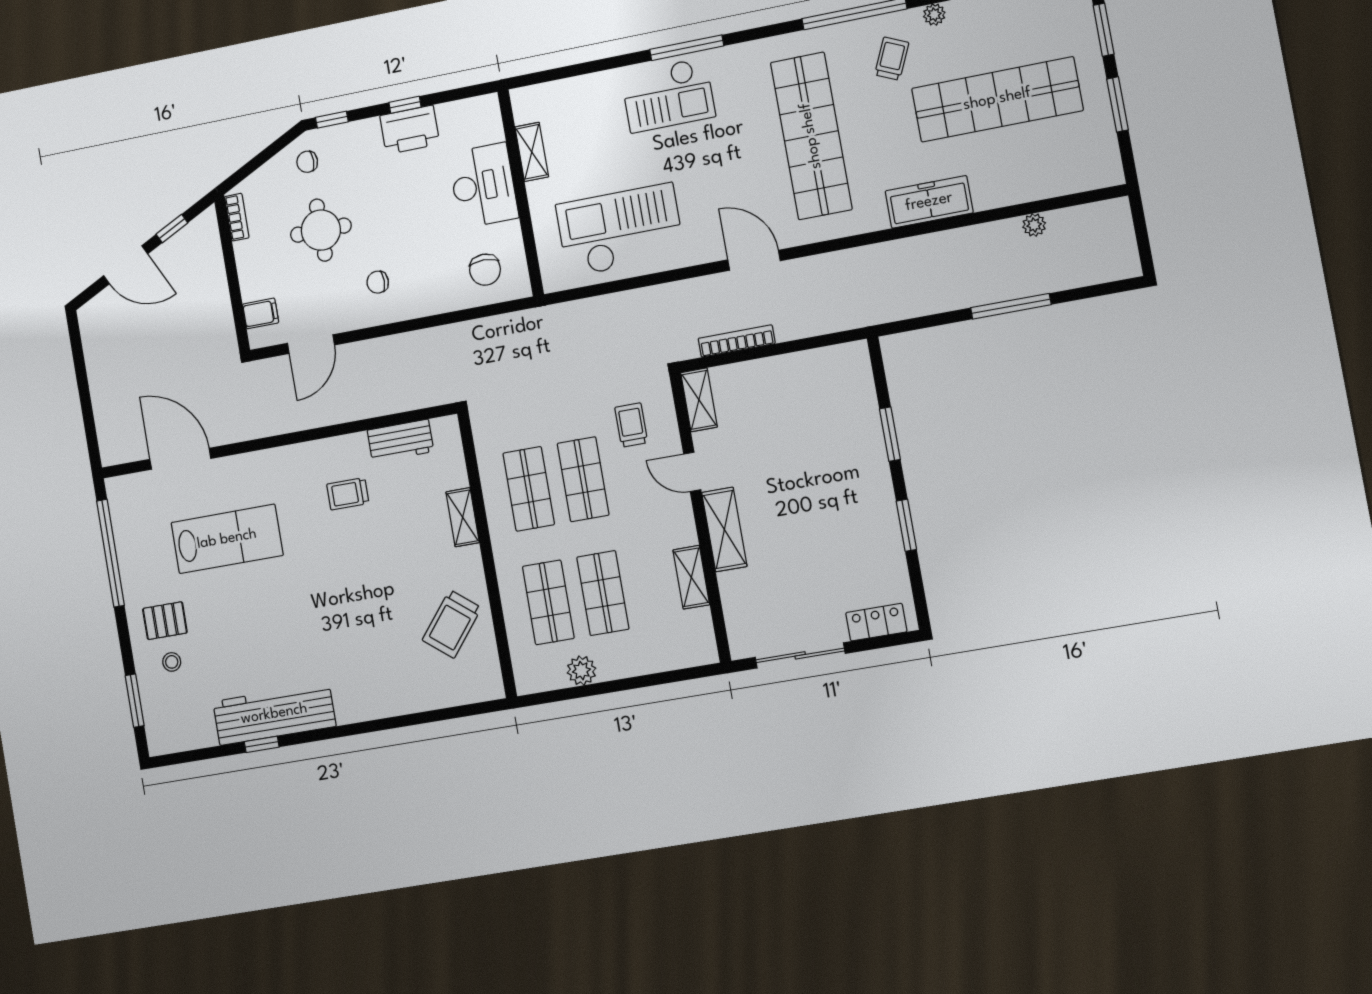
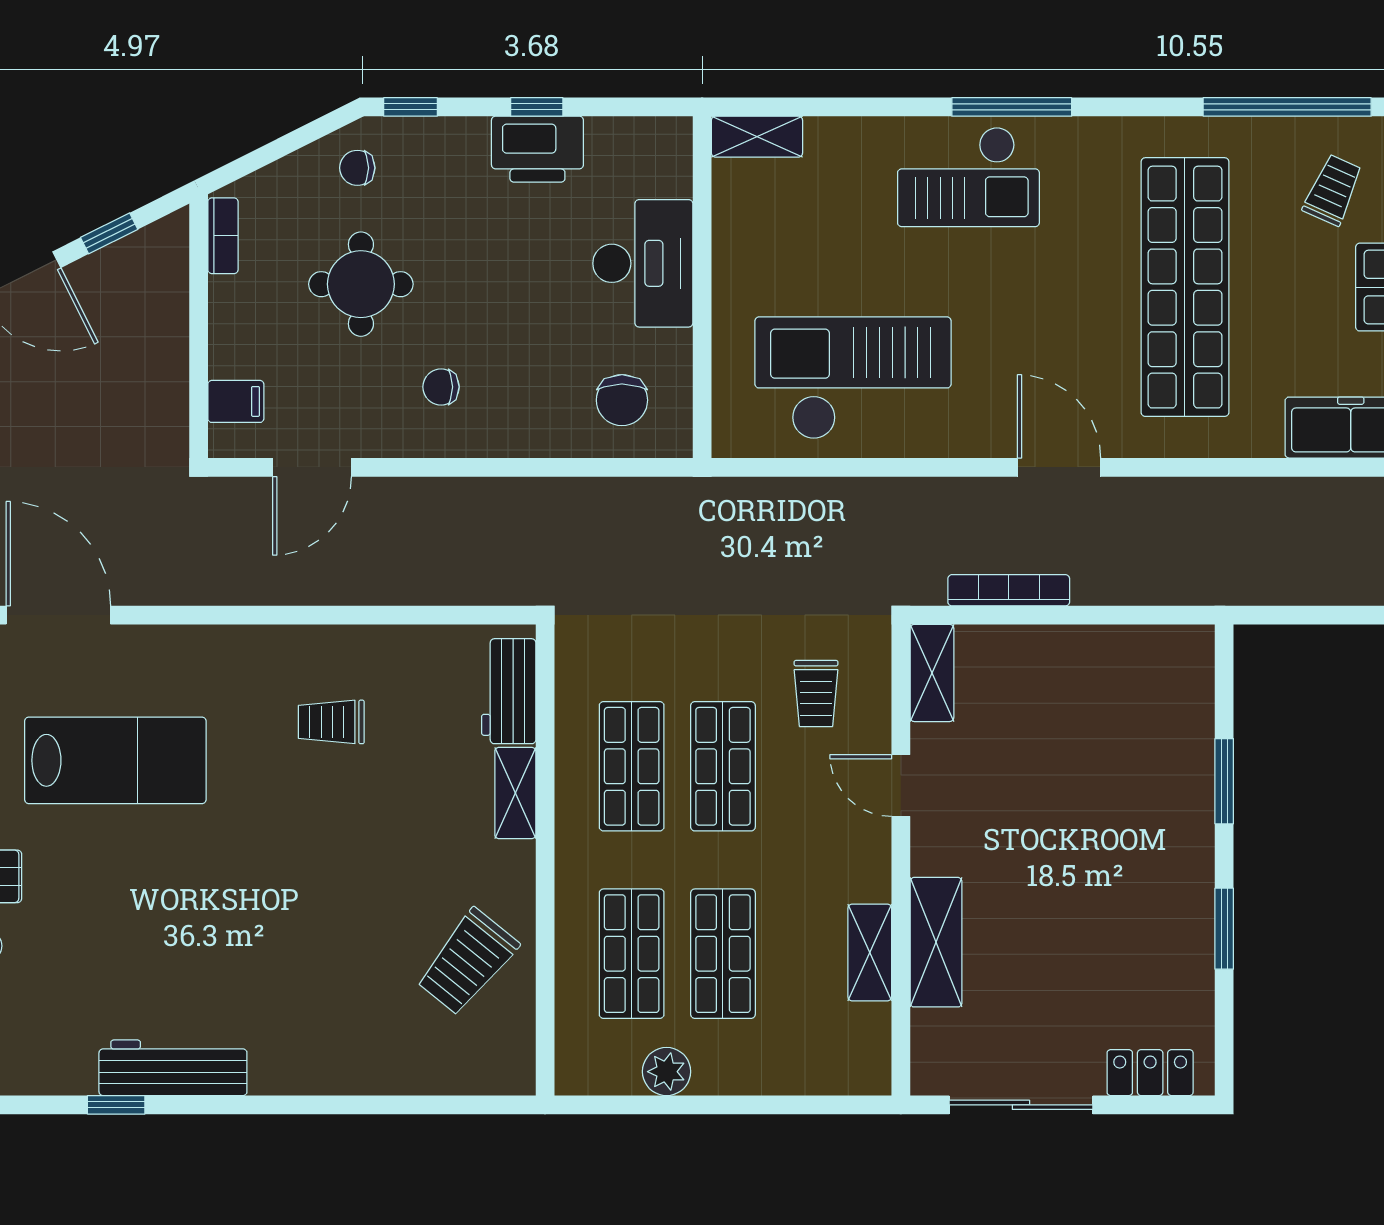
shelving: (532, 152) -> (757, 137), moved, turned 90
trolley: (631, 425) -> (816, 694), turned 180
workbench: (400, 441) -> (509, 691), moved, turned 90
shelving: (724, 529) -> (936, 942), moved
workbench: (274, 714) -> (173, 1068), width x0.73, depth x0.76

